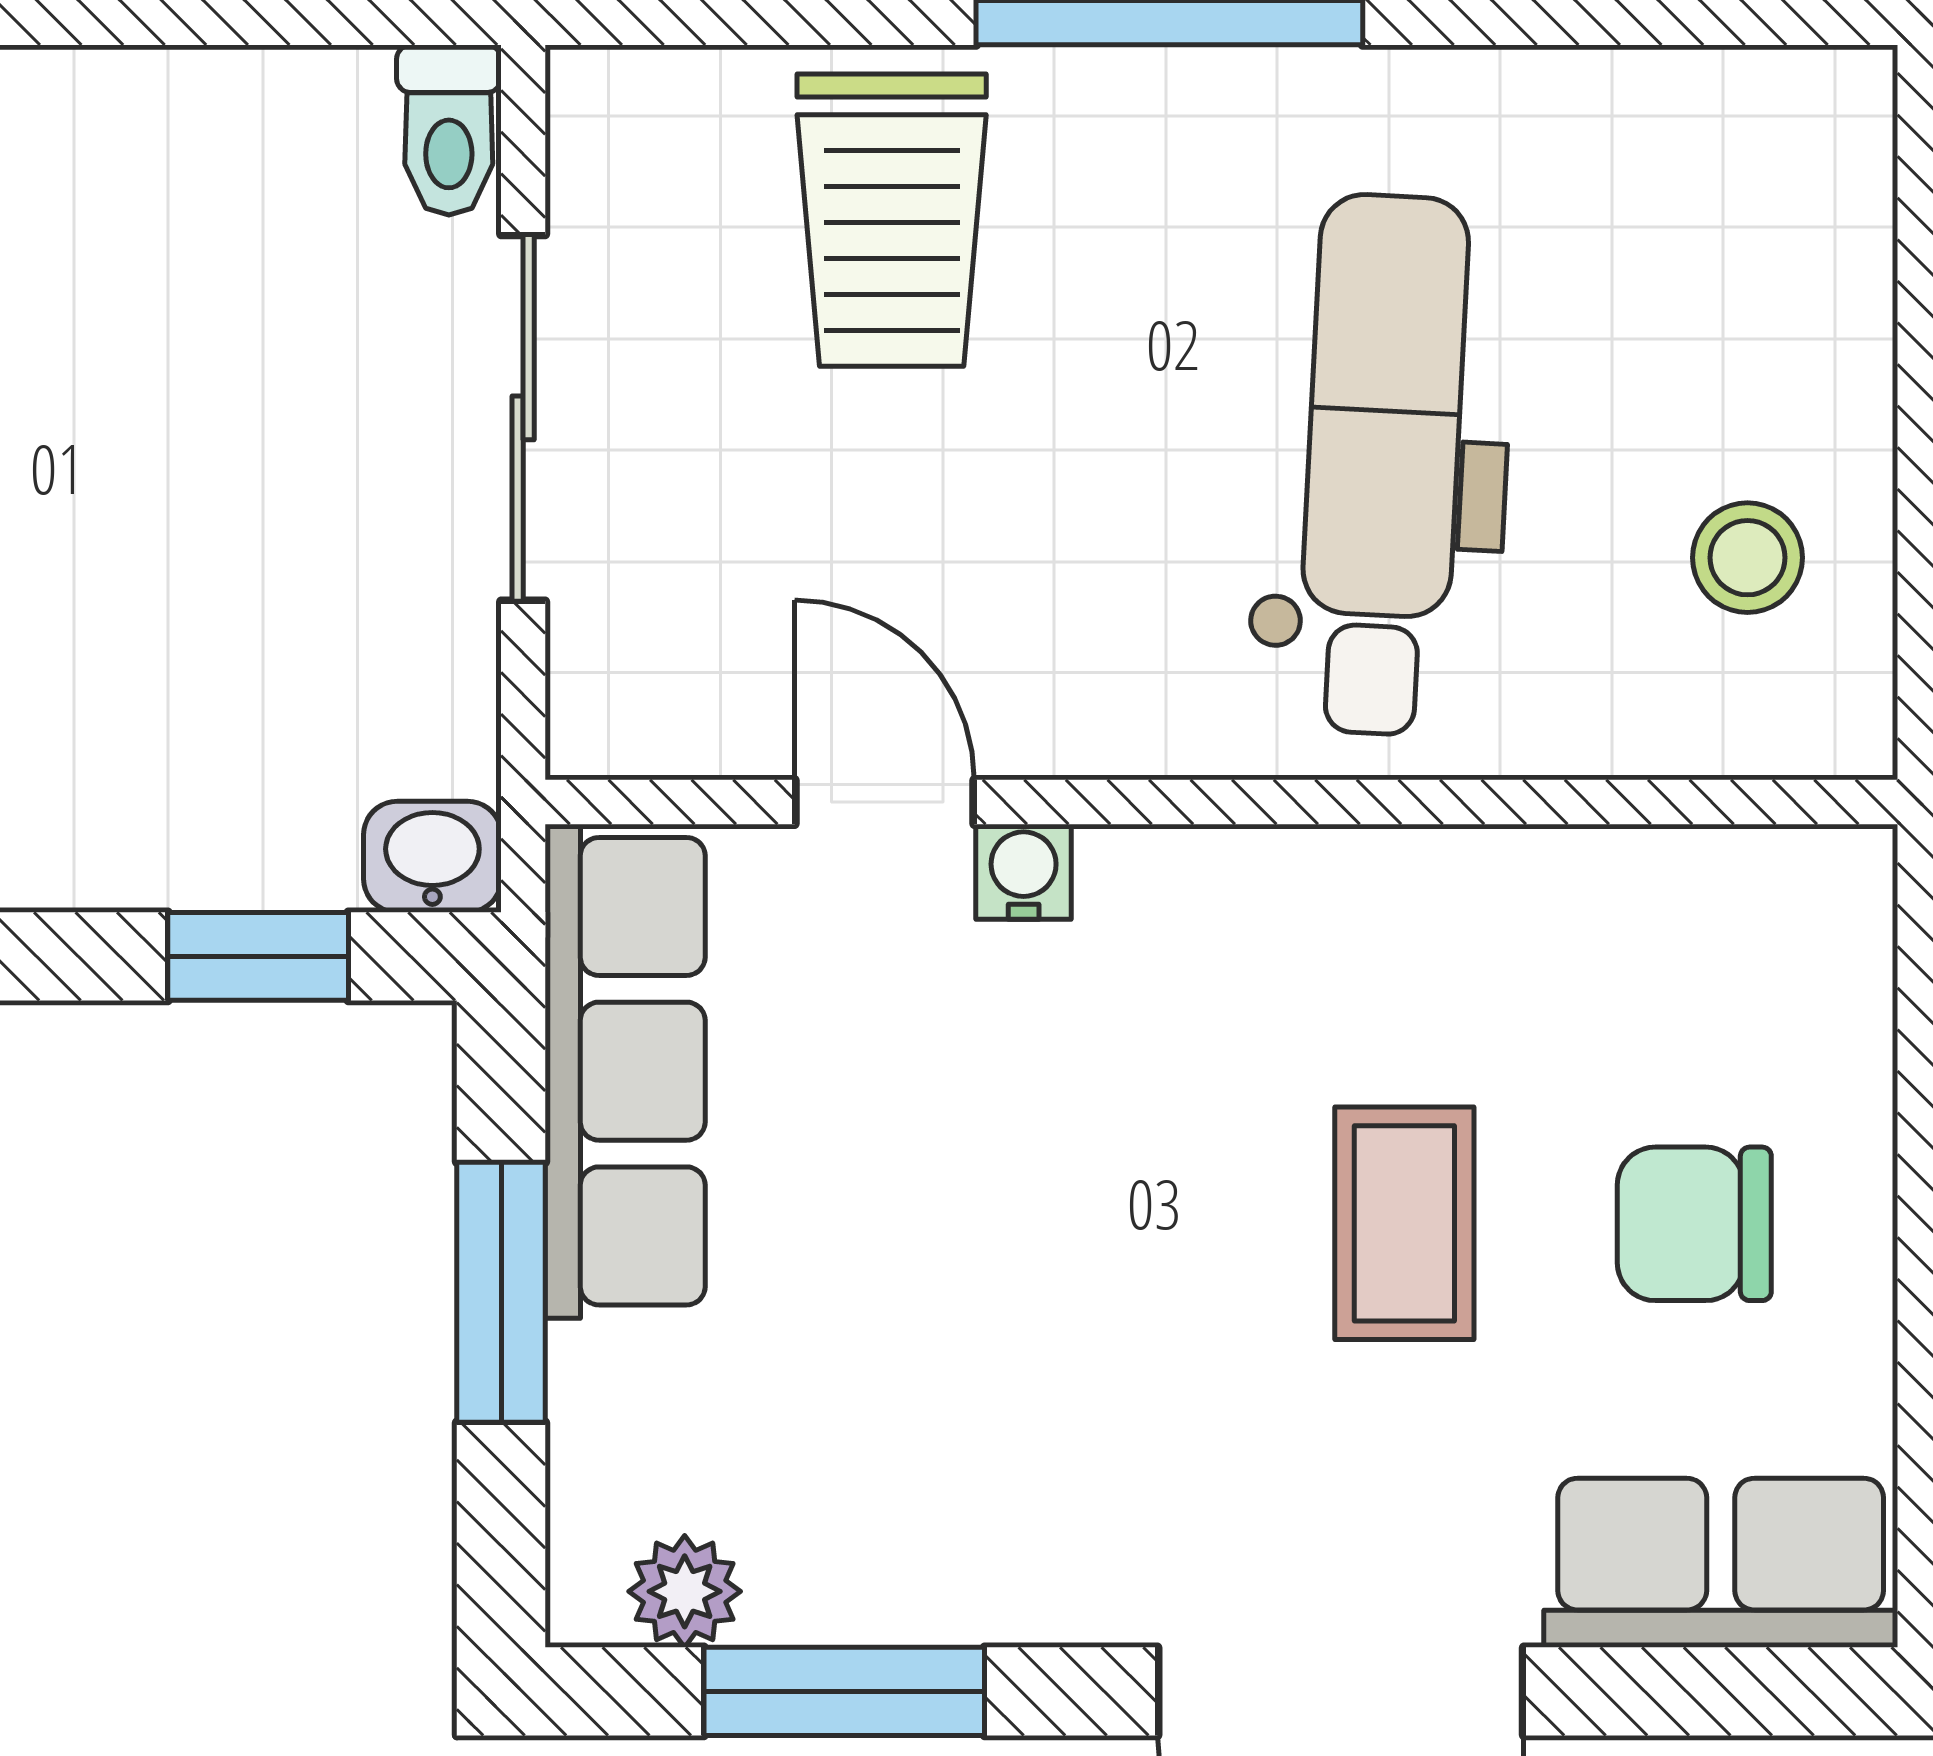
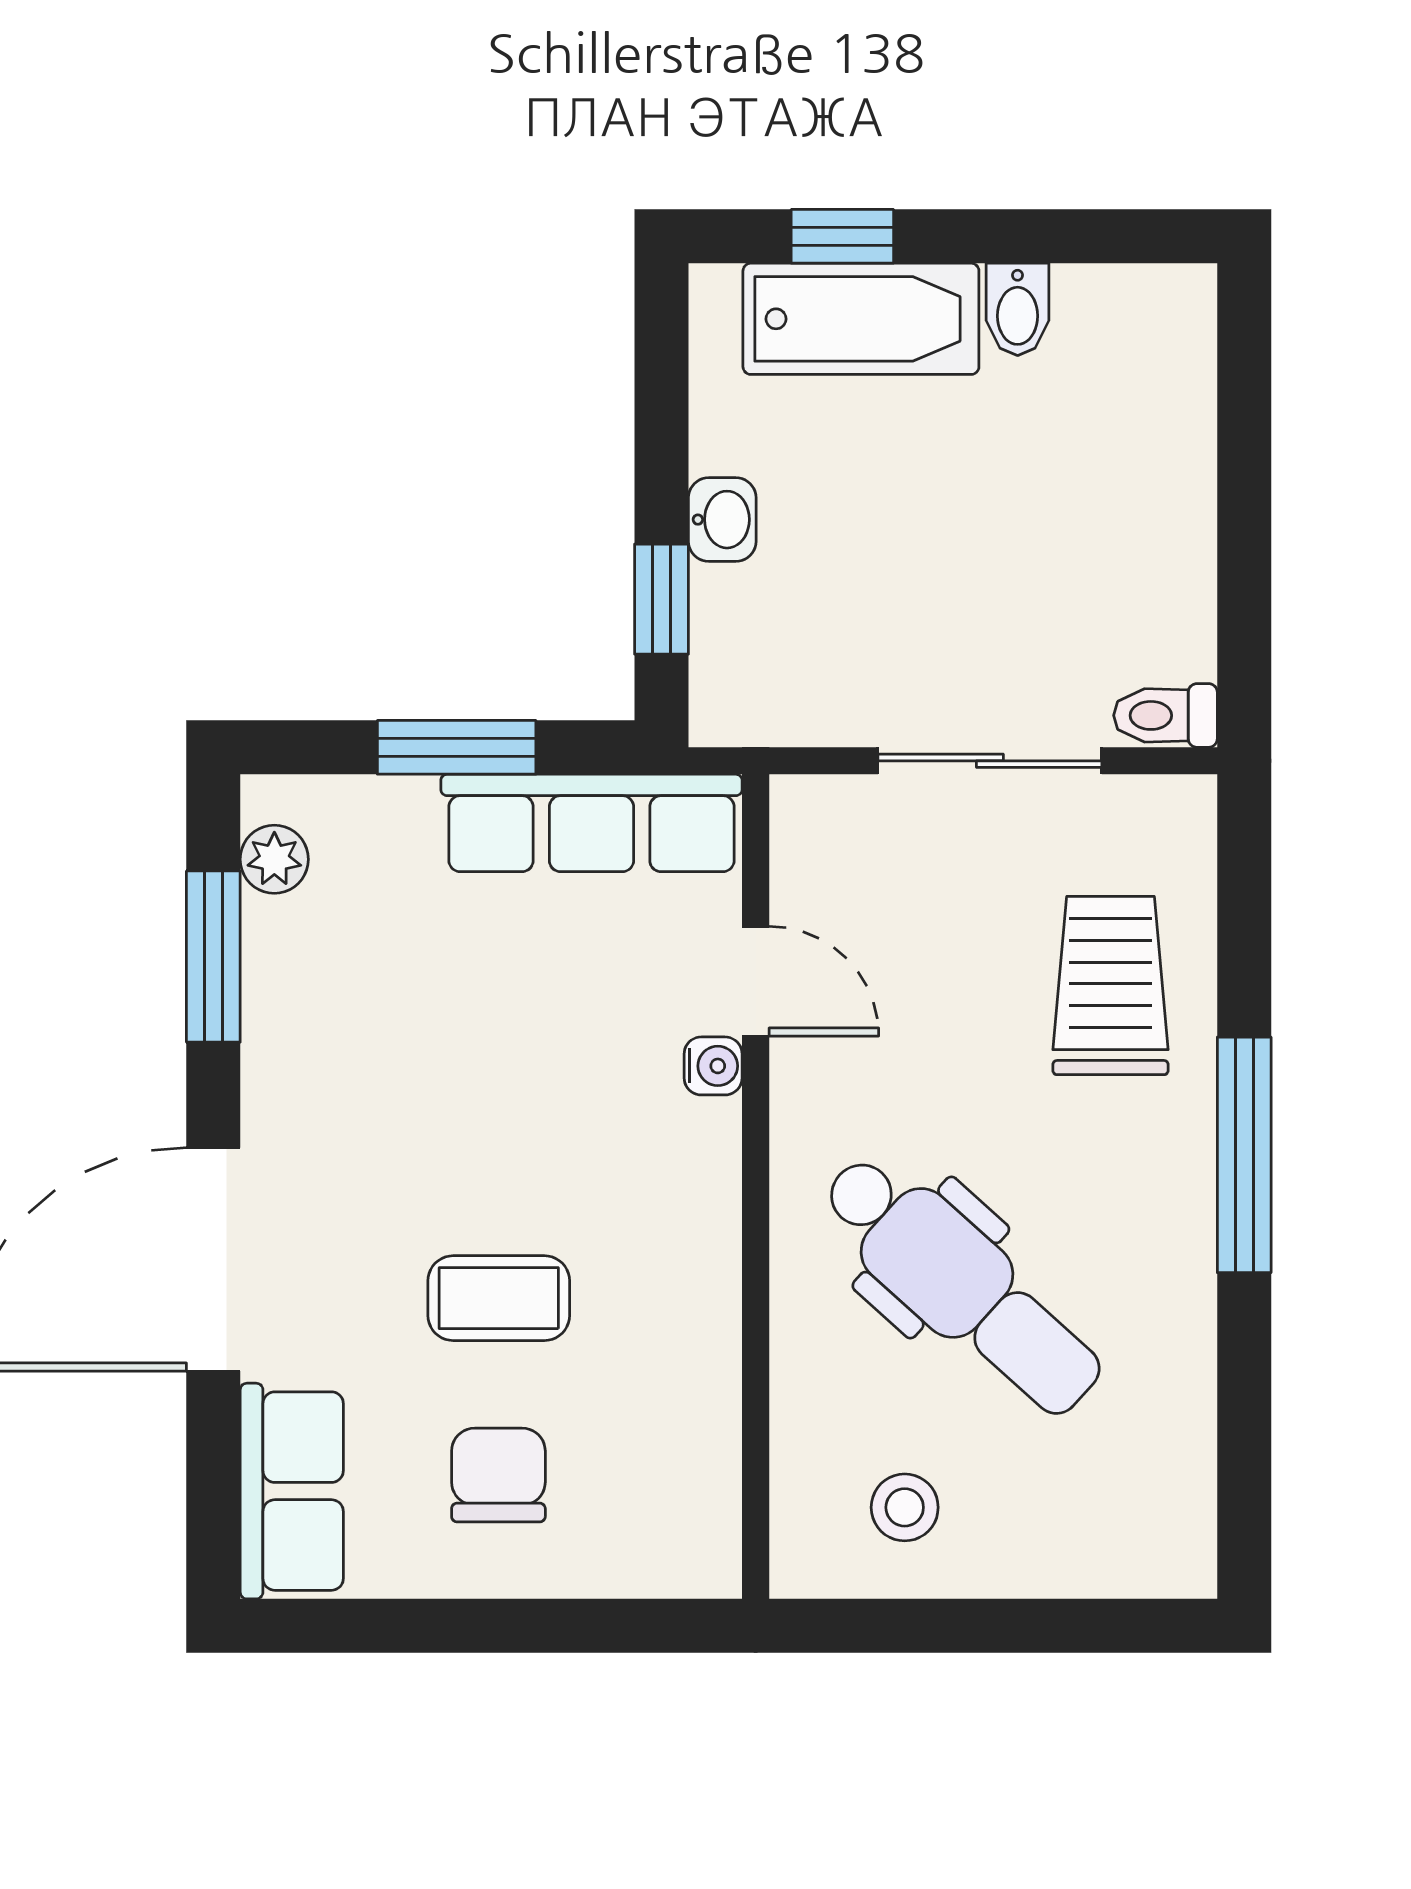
trolley: (892, 220) -> (1111, 985), turned 90
dental chair: (1383, 465) -> (961, 1285), turned 39
door: (885, 802) -> (756, 981), hinge flipped
washbasin: (432, 857) -> (722, 520), moved

